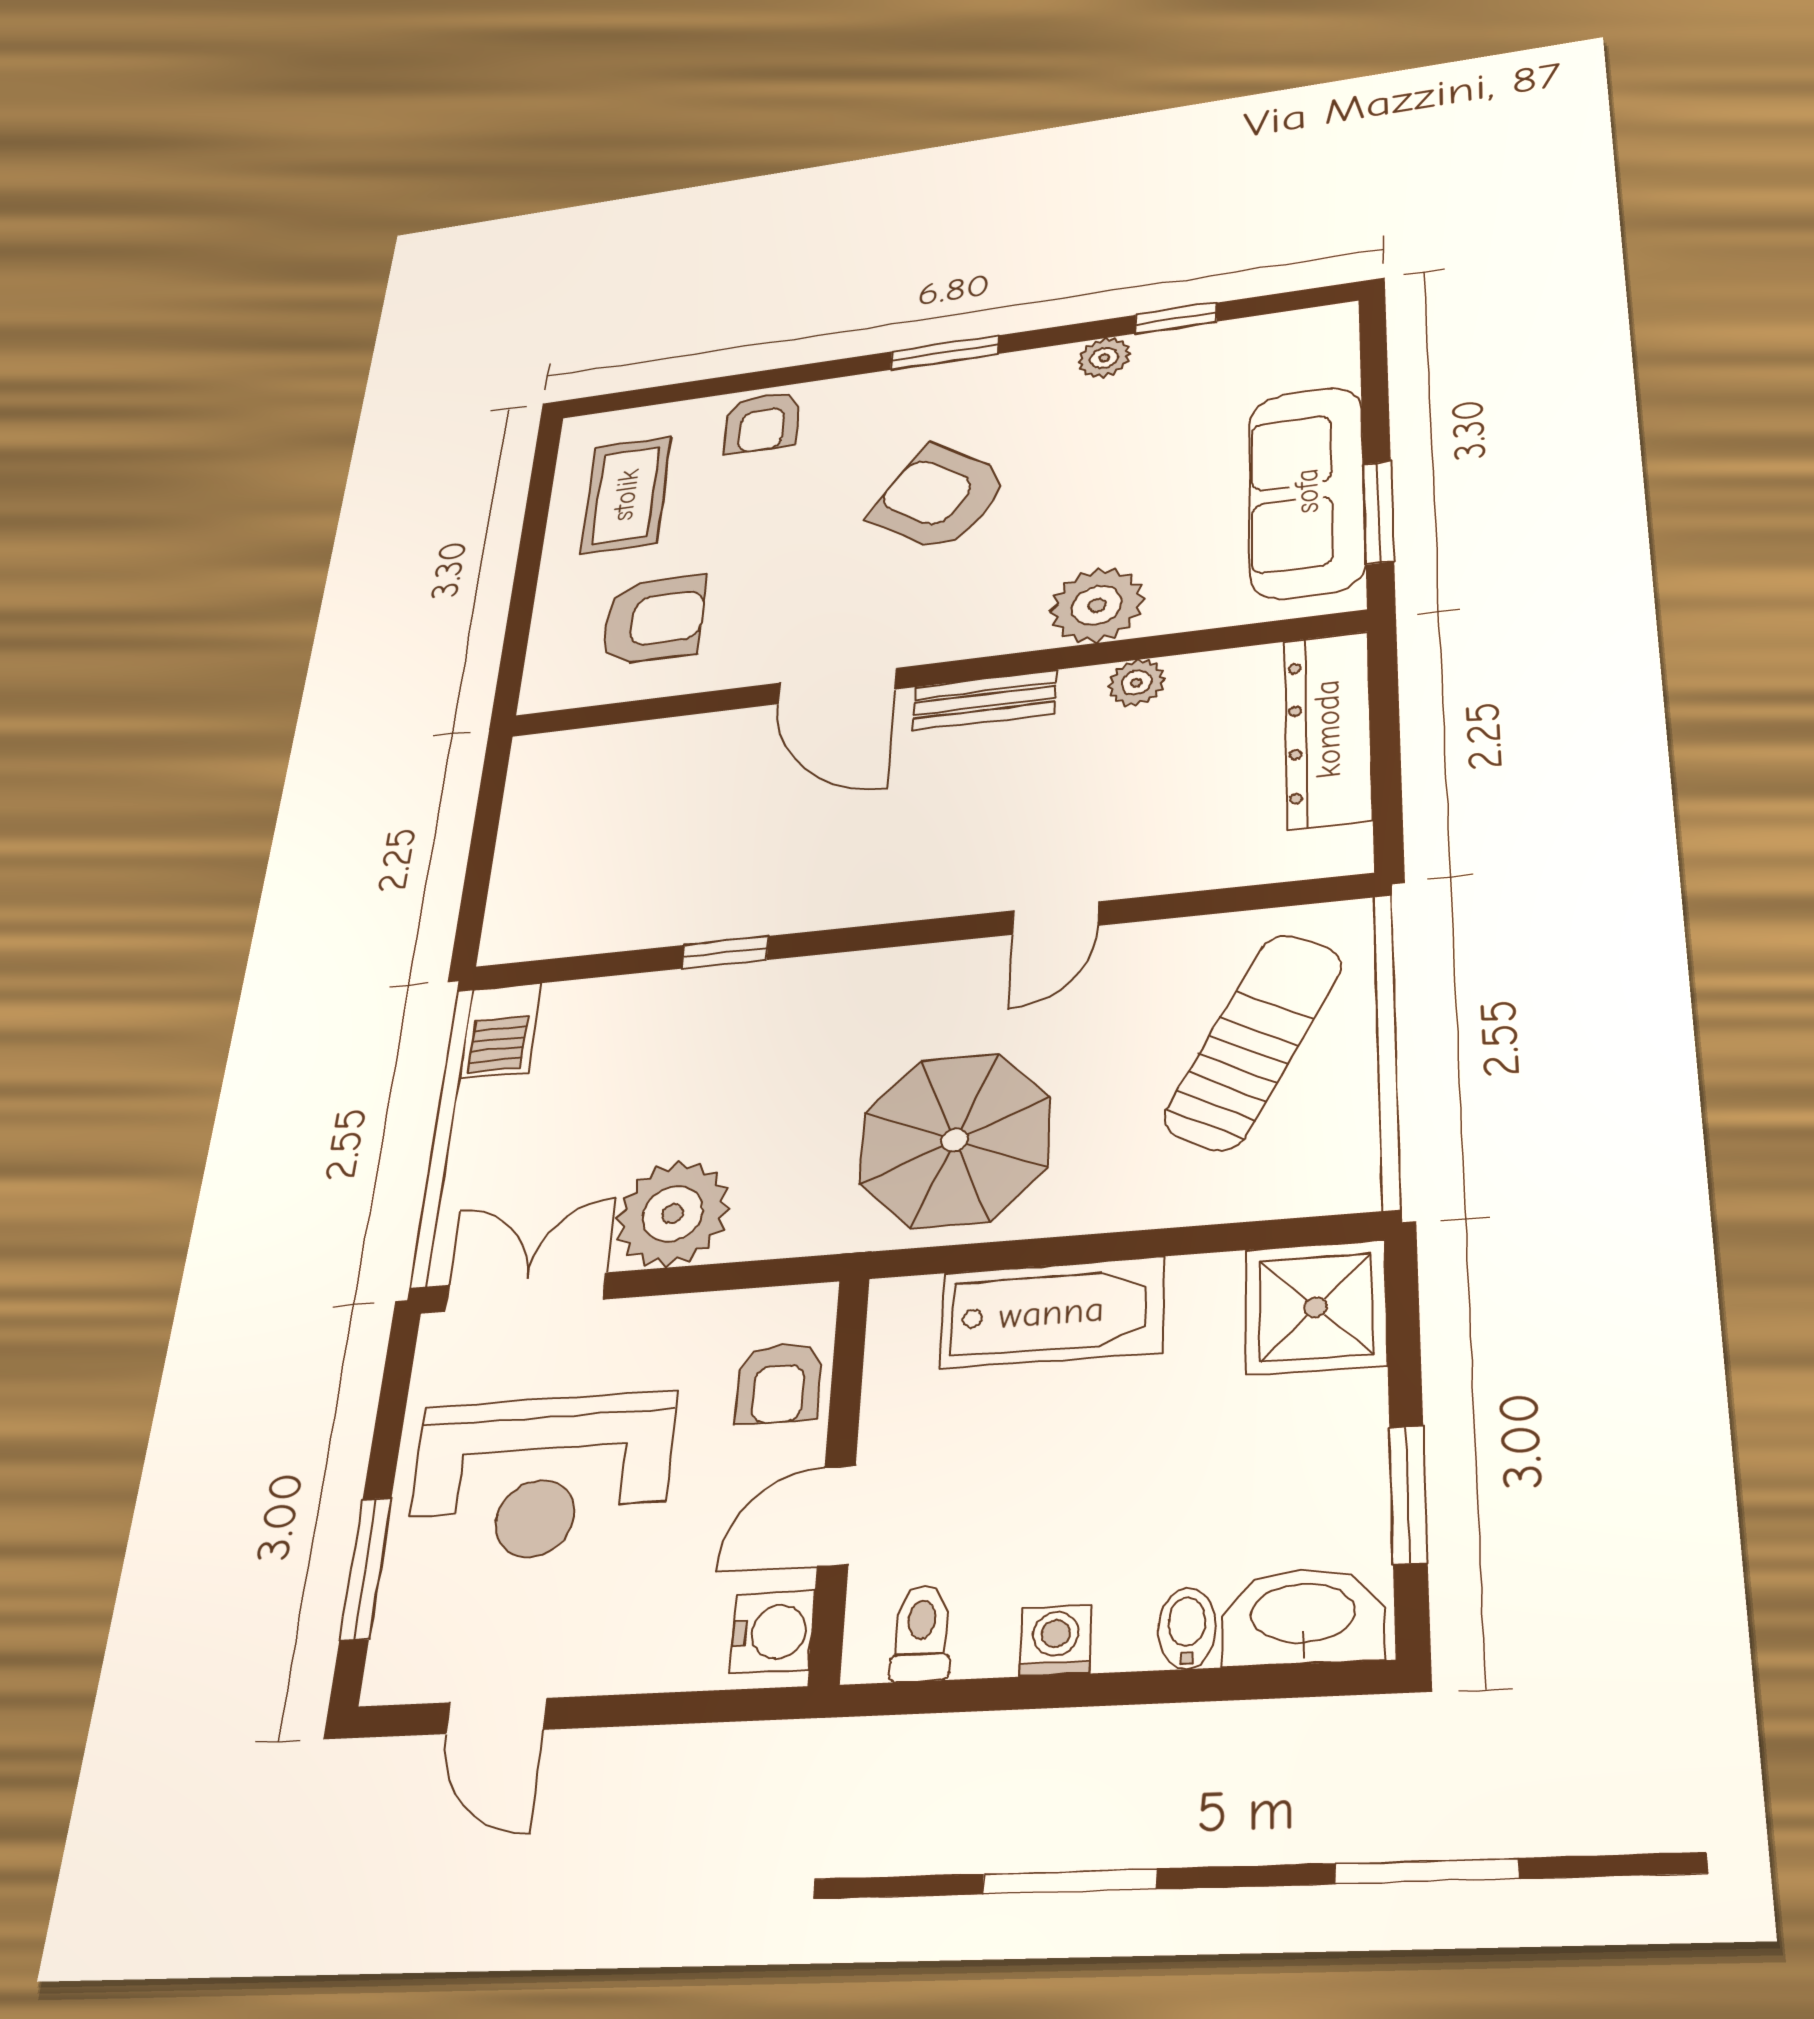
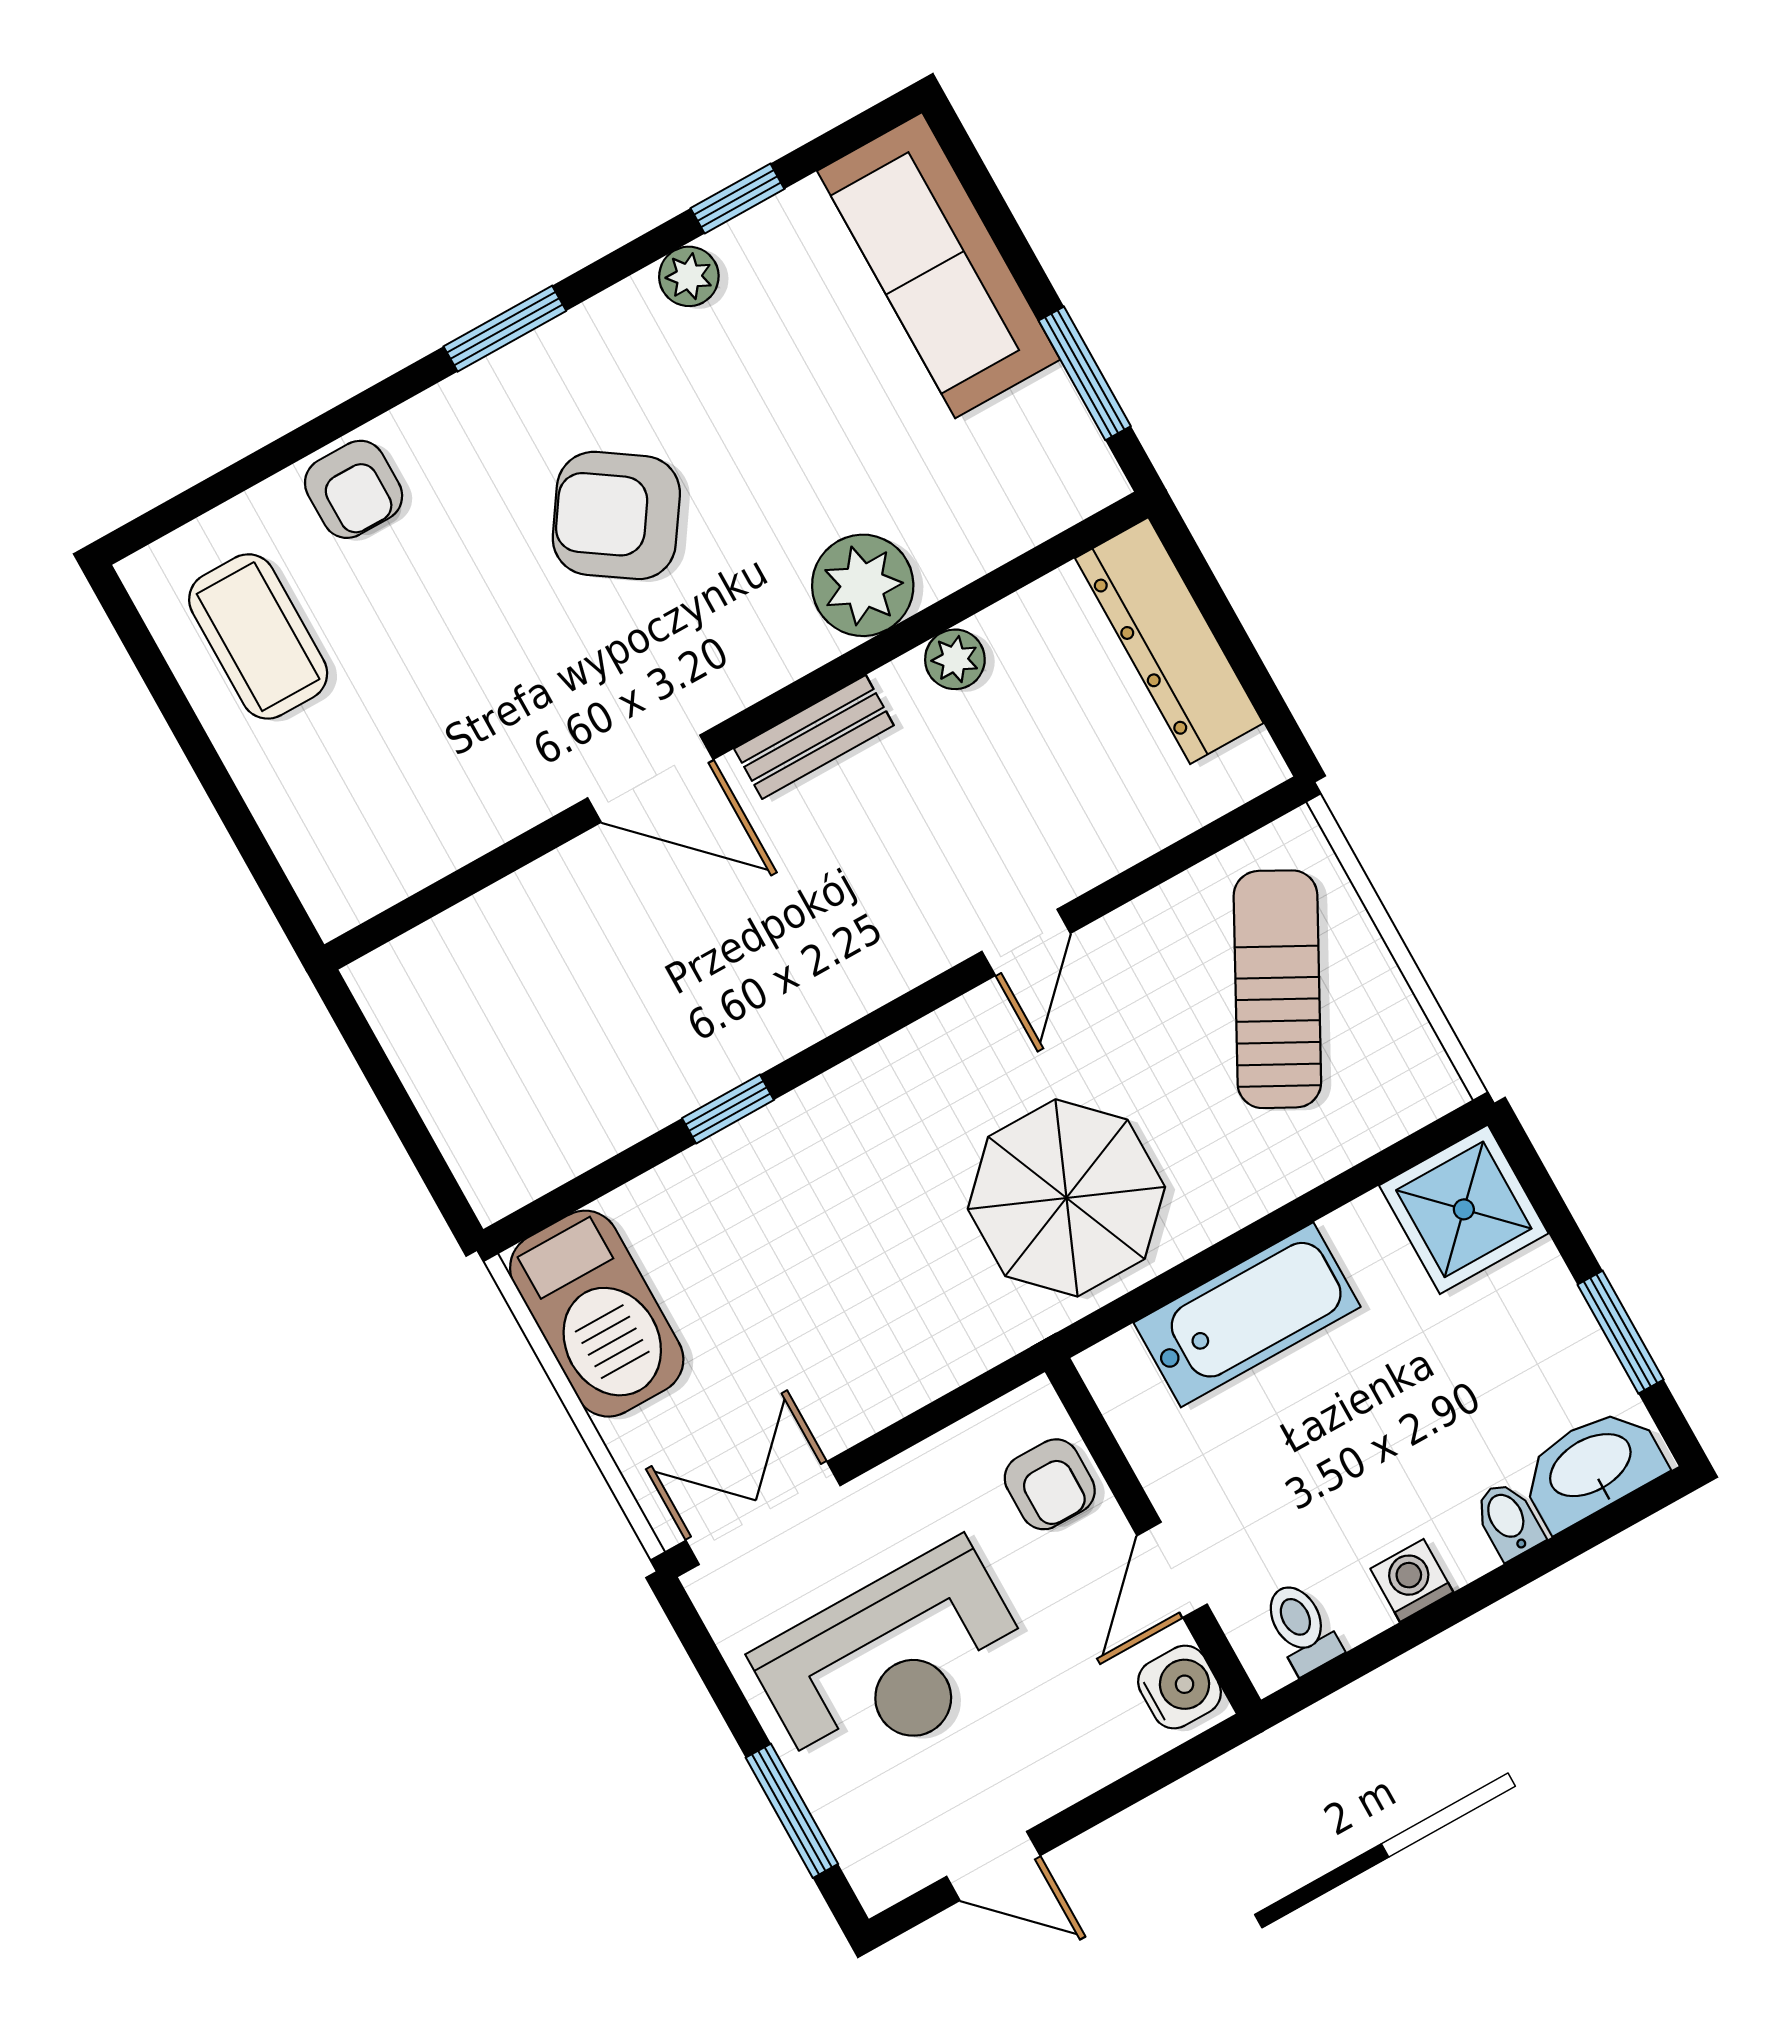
sofa: (1307, 491) -> (939, 265), moved
armchair: (653, 620) -> (398, 777), removed
barbecue: (500, 1031) -> (597, 1314), width x1.88, depth x1.53
plant: (673, 1214) -> (851, 1381), removed

